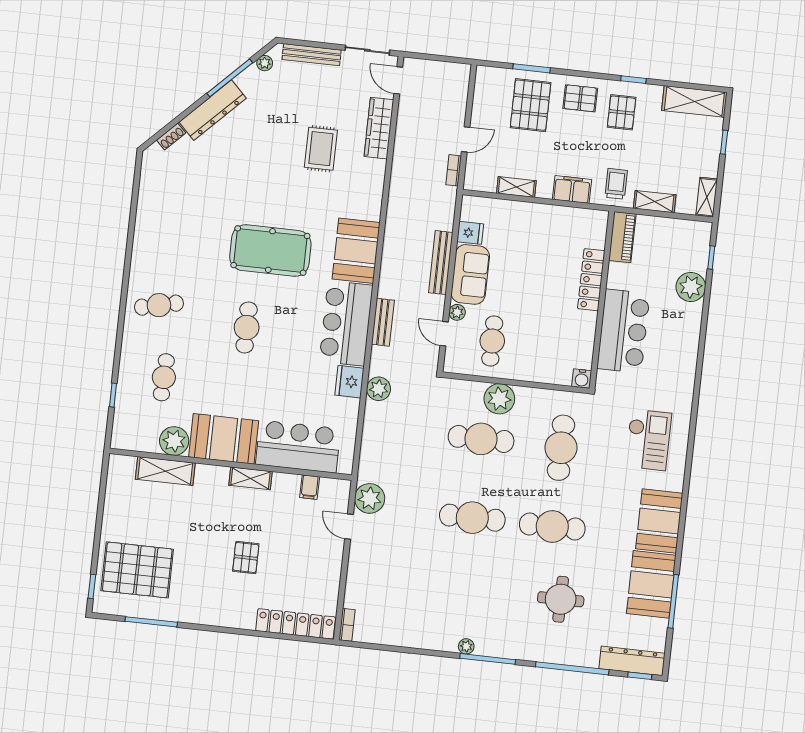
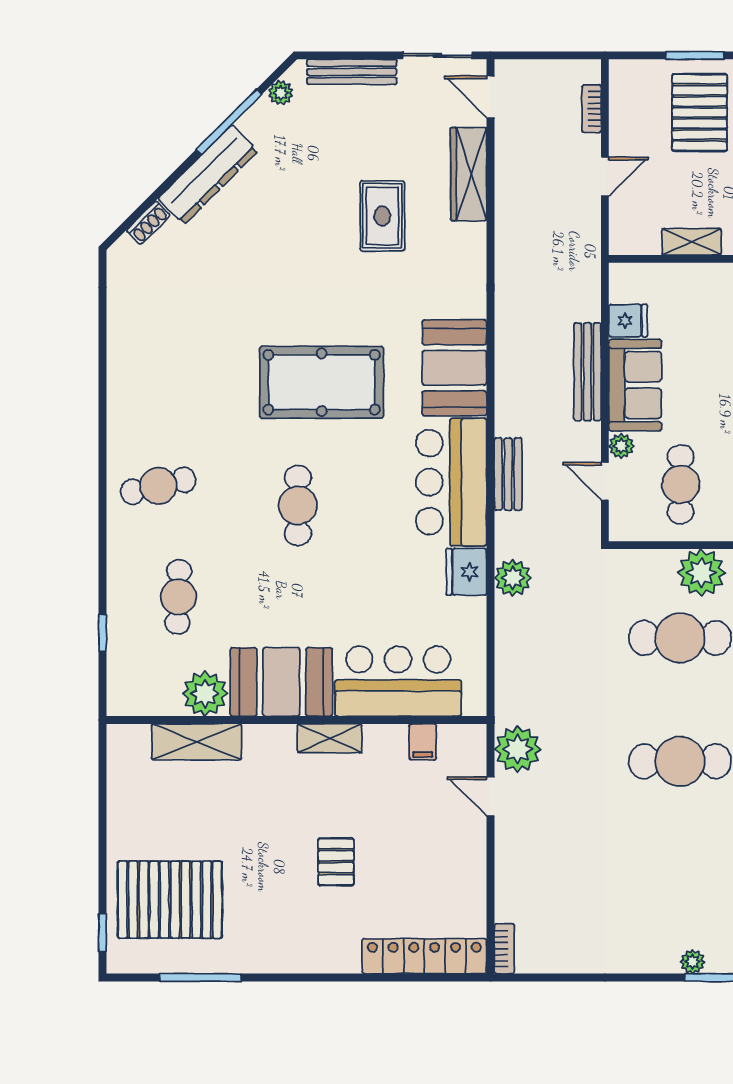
bookcase: (454, 170) -> (592, 109), moved

